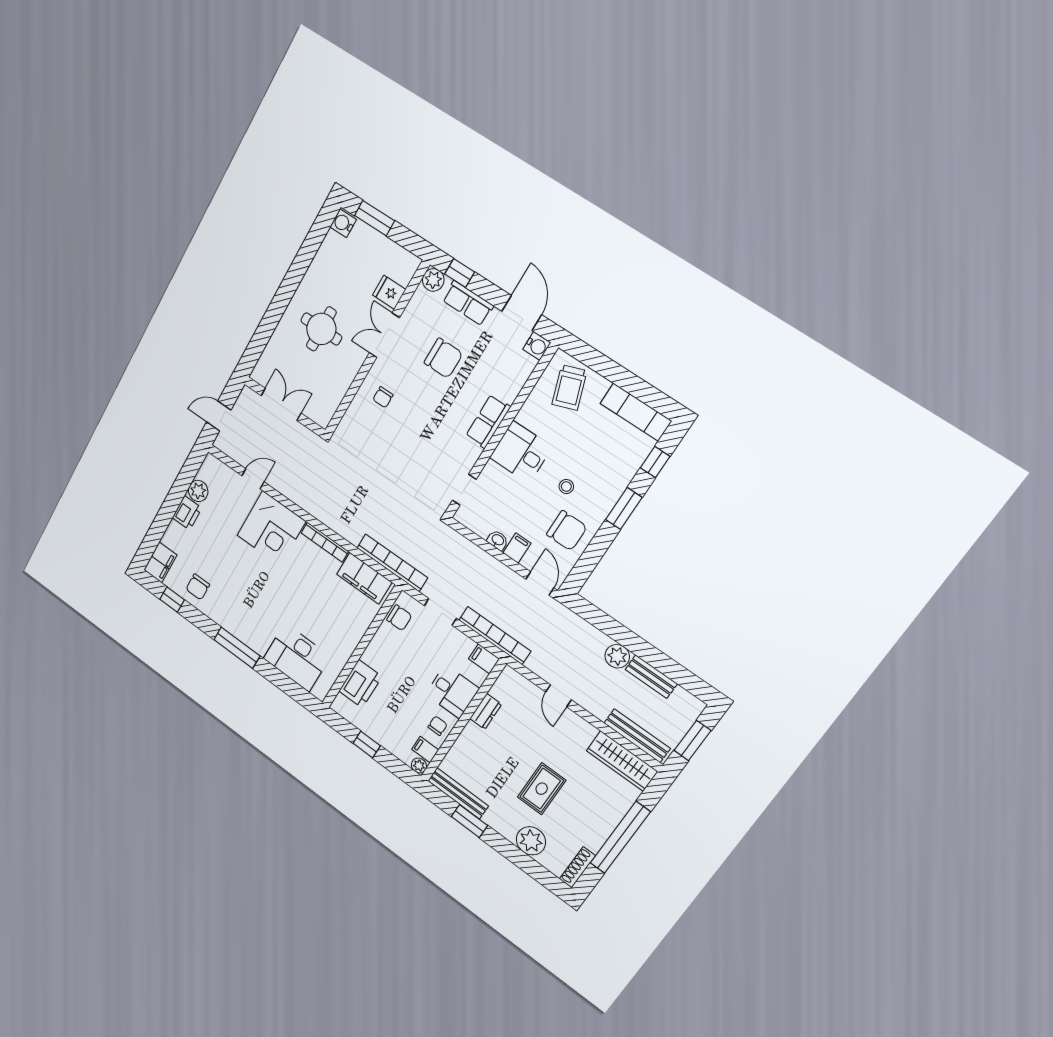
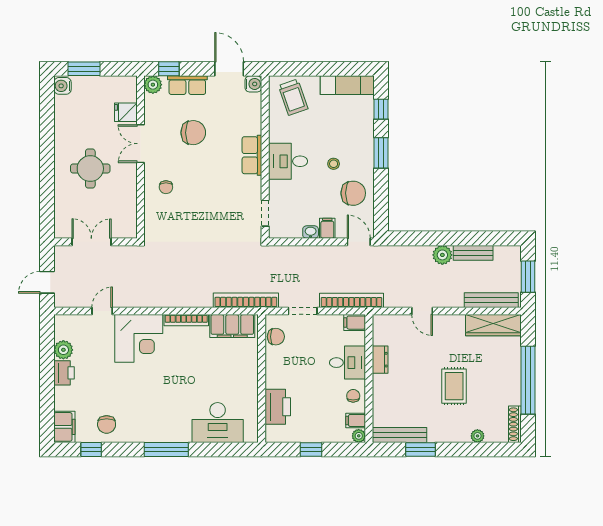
plant: (531, 841) -> (477, 436), width x0.53, depth x0.53

